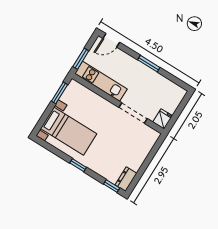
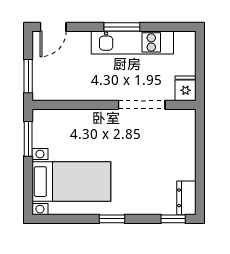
kitchen unit: (101, 81) -> (132, 42), moved, turned 180

